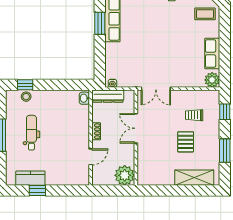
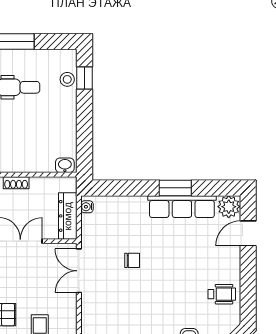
chair: (149, 53) -> (132, 260), added
dresser: (108, 96) -> (68, 216), moved

